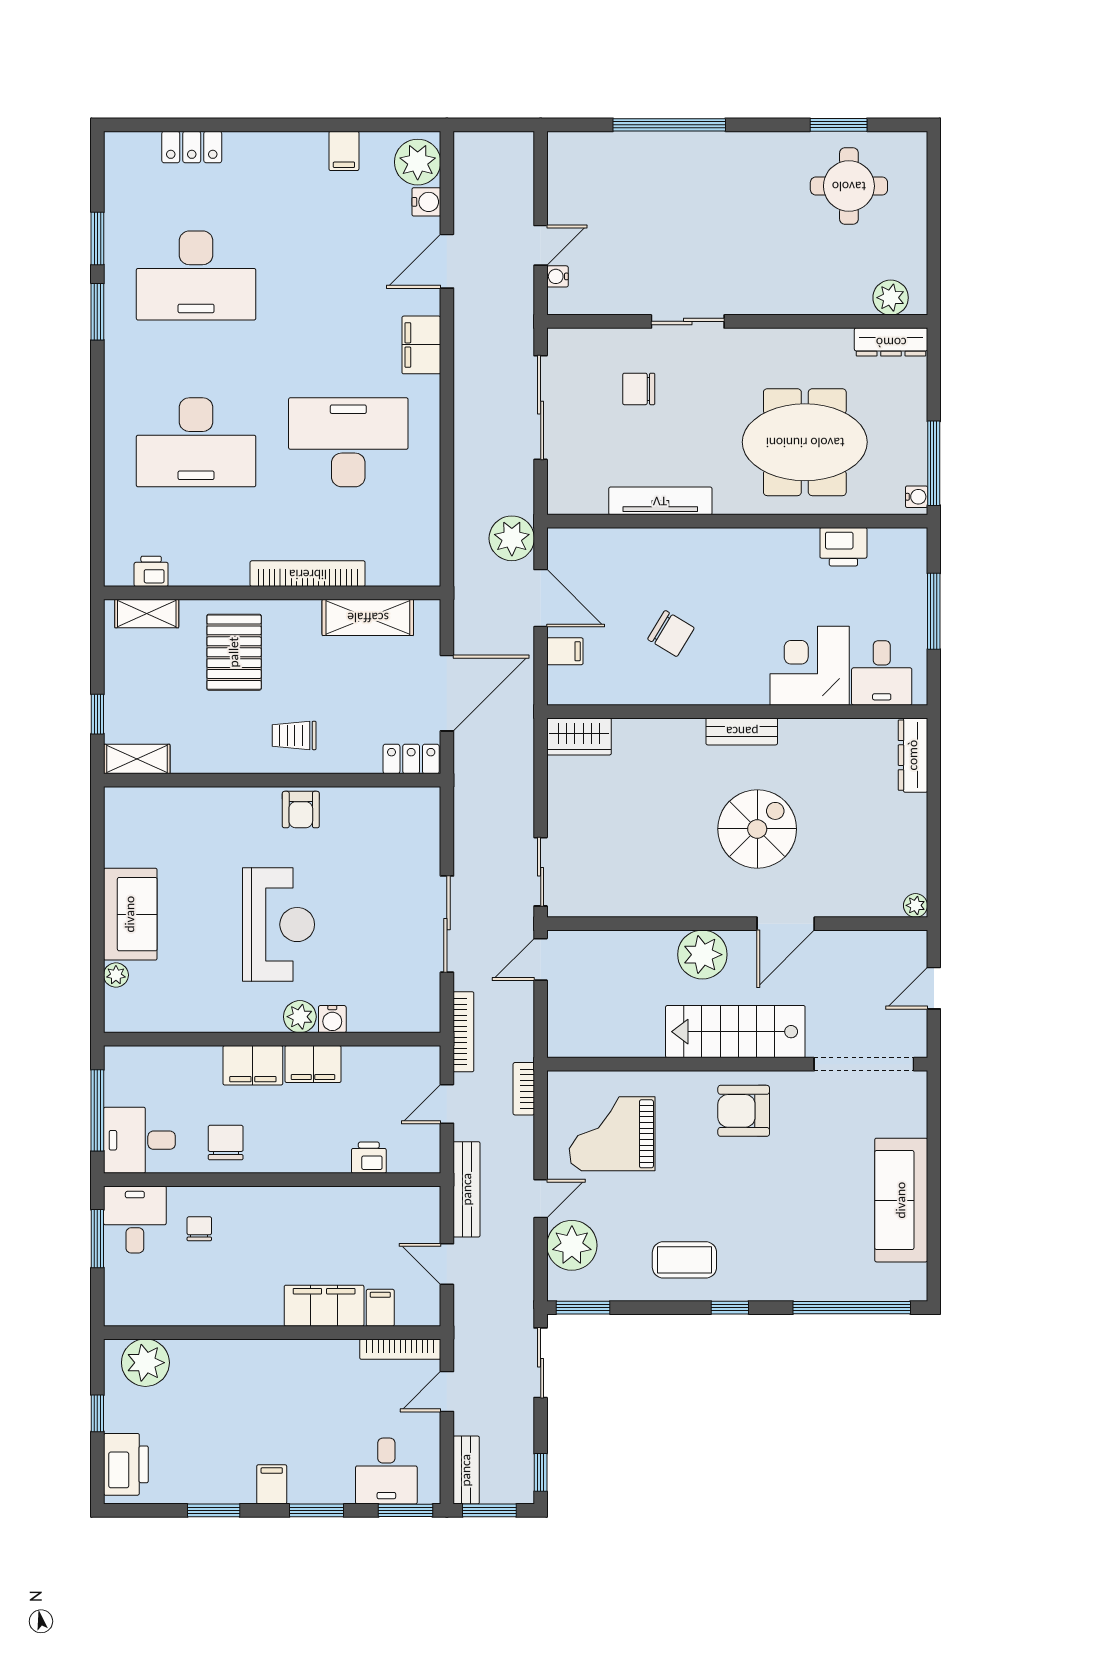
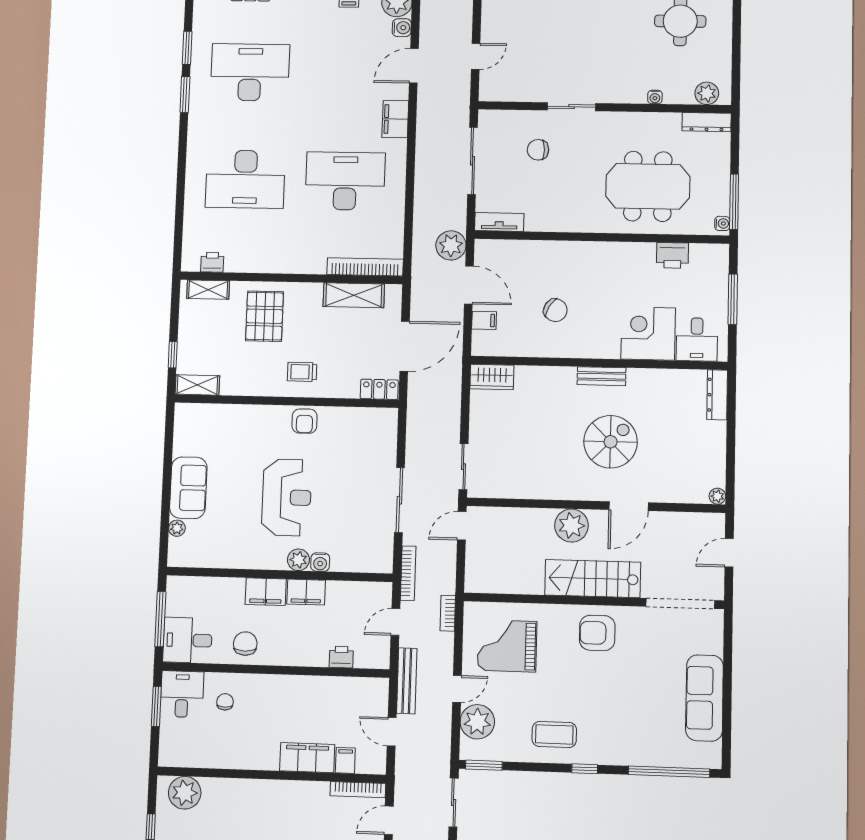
desk: (196, 275) -> (250, 72), turned 180
water cooler: (557, 276) -> (655, 97), moved, turned -90
tv unit: (660, 501) -> (499, 222), moved, width x0.71
bookcase: (308, 574) -> (365, 267), moved

